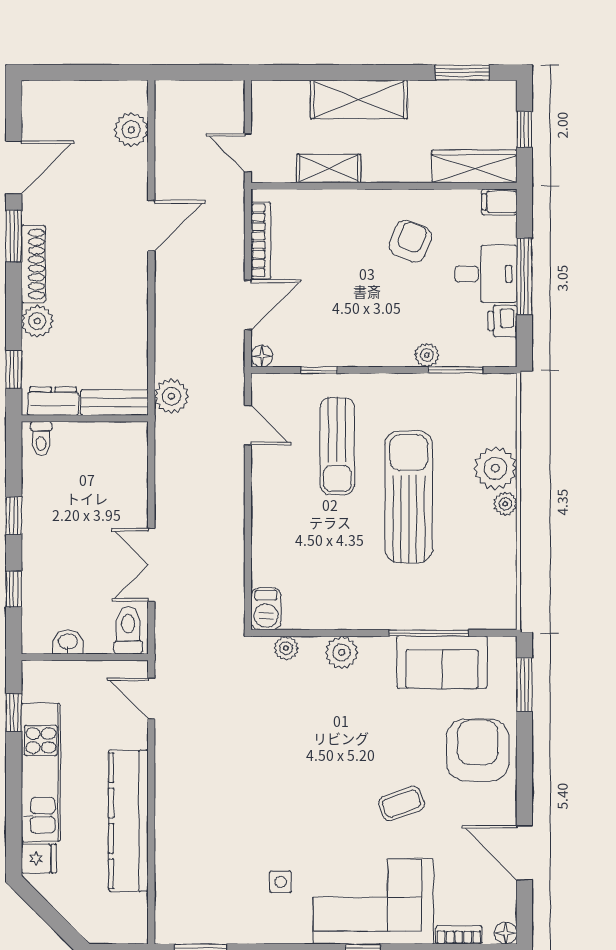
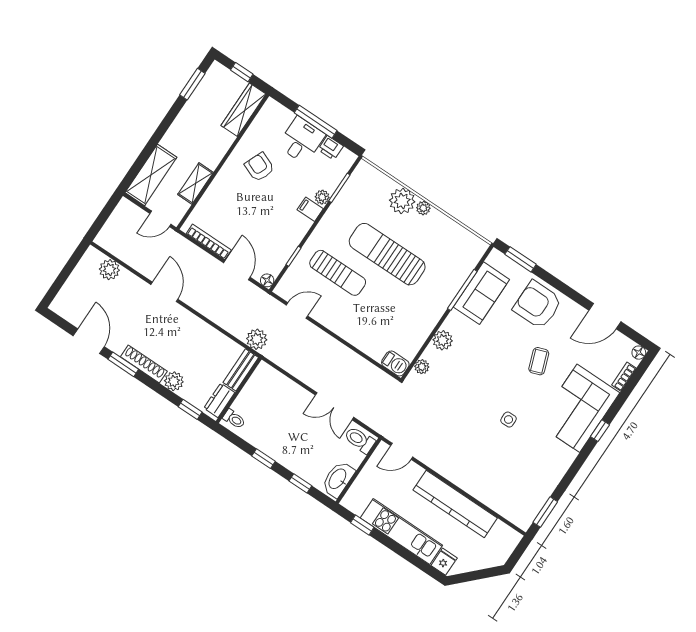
shelving: (359, 99) -> (151, 175), moved
filing cabinet: (499, 202) -> (310, 209), moved, turned 90
washbasin: (68, 642) -> (338, 479), width x1.91, depth x1.45
side table: (280, 882) -> (508, 420), moved

